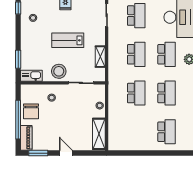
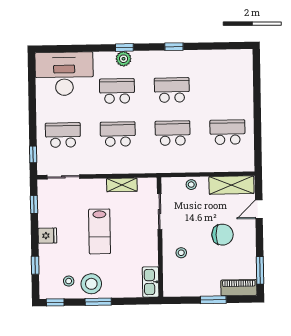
window: (18, 59) -> (98, 302), moved
stool: (59, 71) -> (91, 284), moved
chair: (31, 111) -> (223, 235), moved
window: (18, 120) -> (213, 300), width x0.47
school desk: (167, 132) -> (227, 132), moved
door: (66, 153) -> (259, 209), moved

